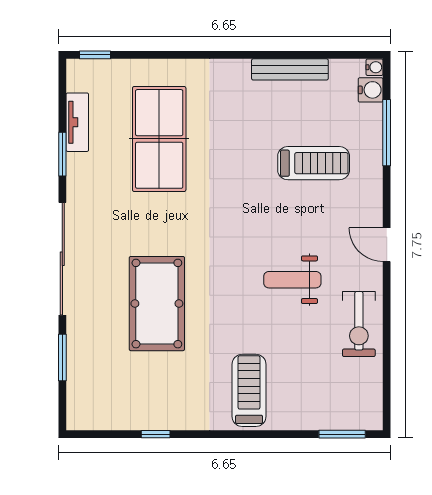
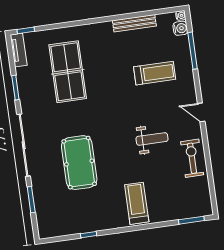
tv unit: (77, 122) -> (19, 50), moved
weight bench: (292, 280) -> (152, 139), turned 180
exercise bike: (359, 324) -> (192, 158), turned 180

